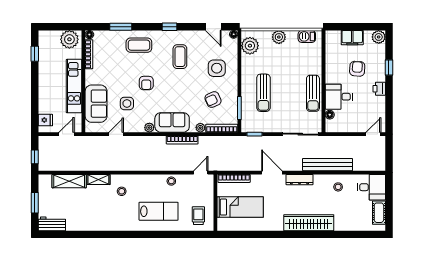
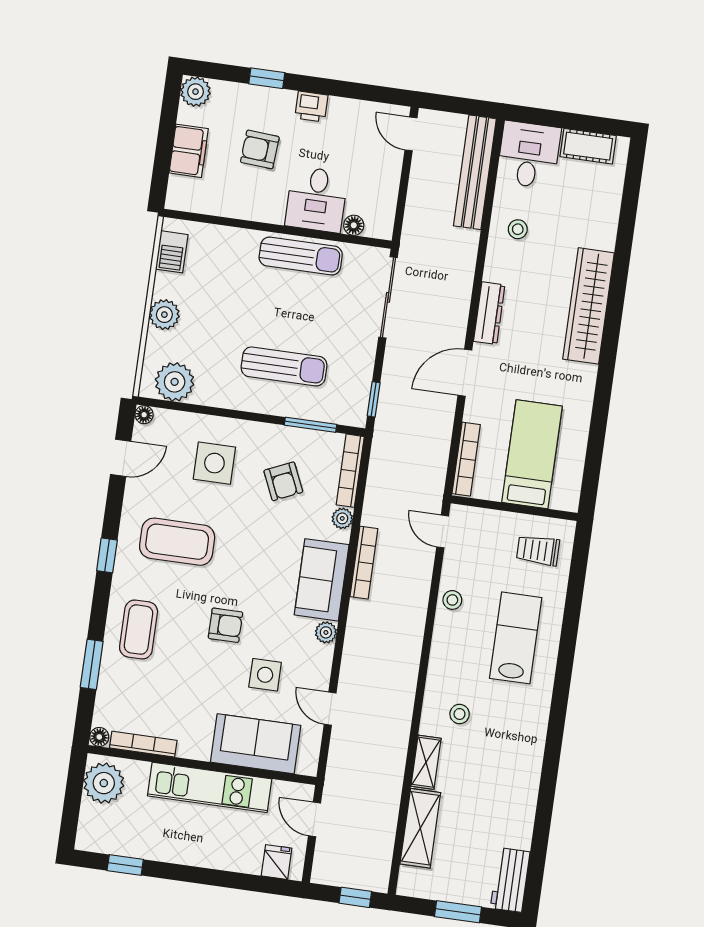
coffee table: (180, 57) -> (177, 542), width x1.36, depth x1.32
bench: (328, 165) -> (475, 172), moved

